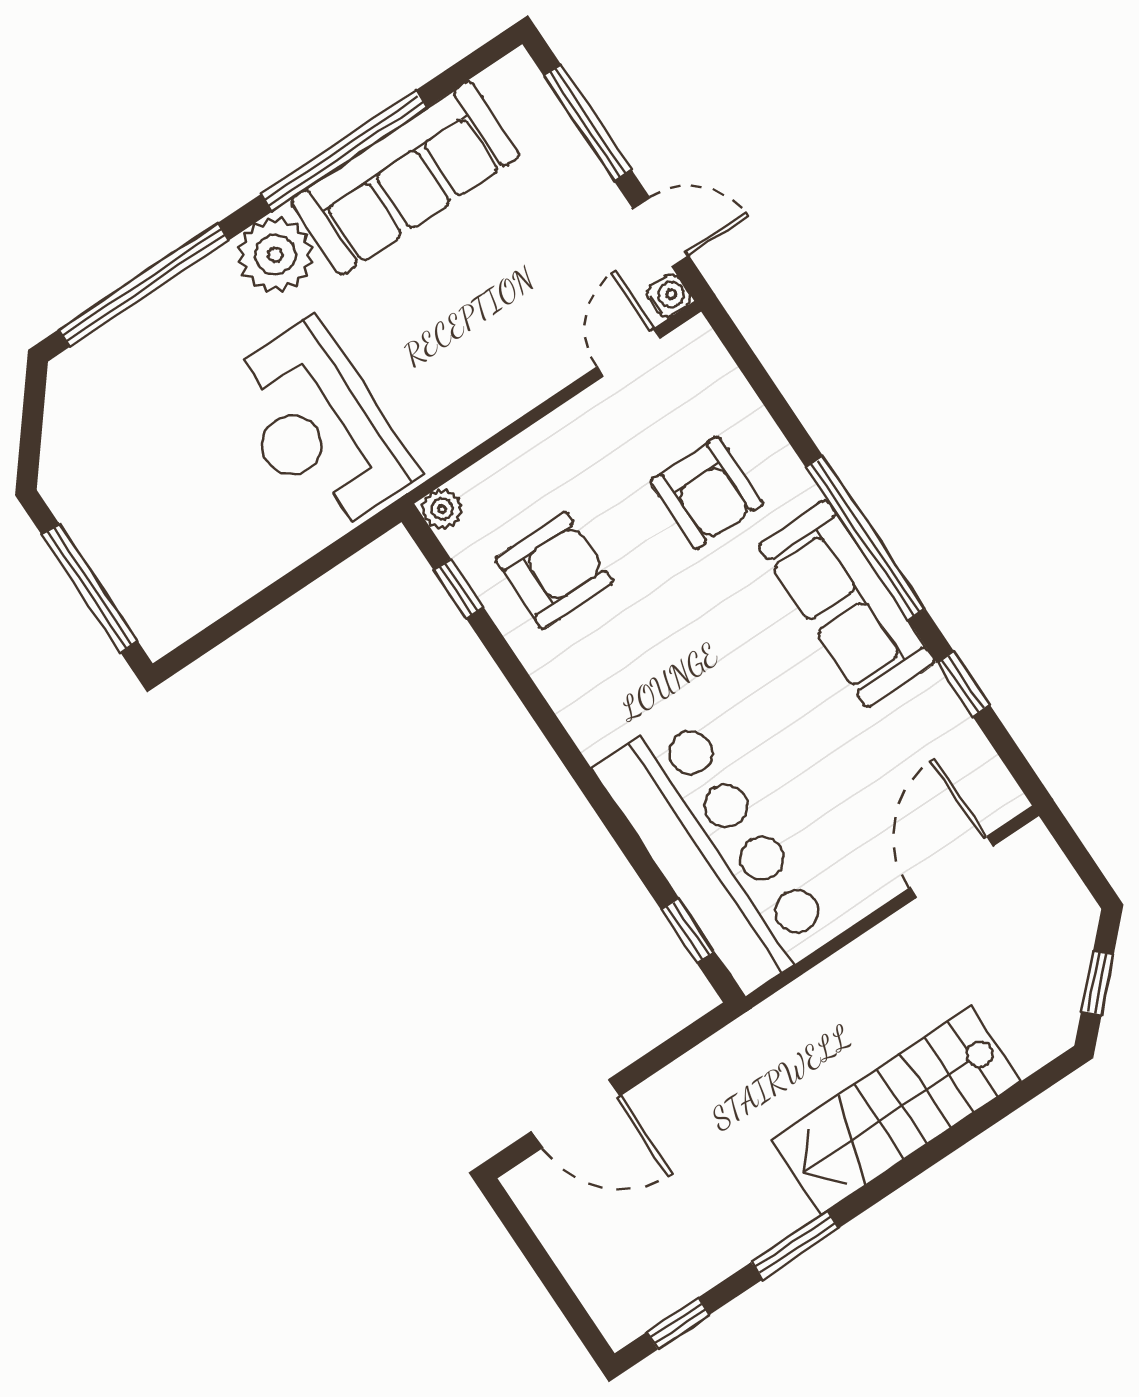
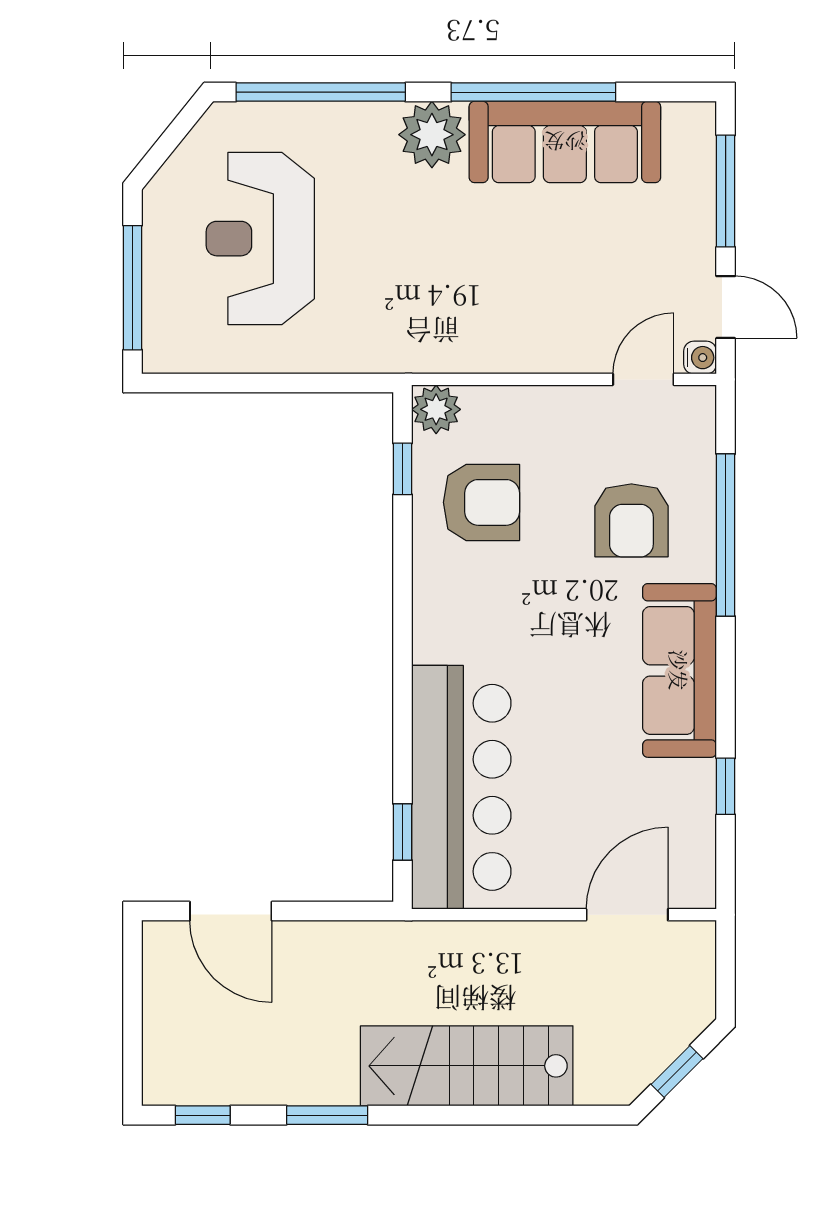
reception desk: (318, 427) -> (260, 239), moved
plant: (442, 509) -> (436, 409), width x1.38, depth x1.38
window: (866, 538) -> (726, 535), moved

